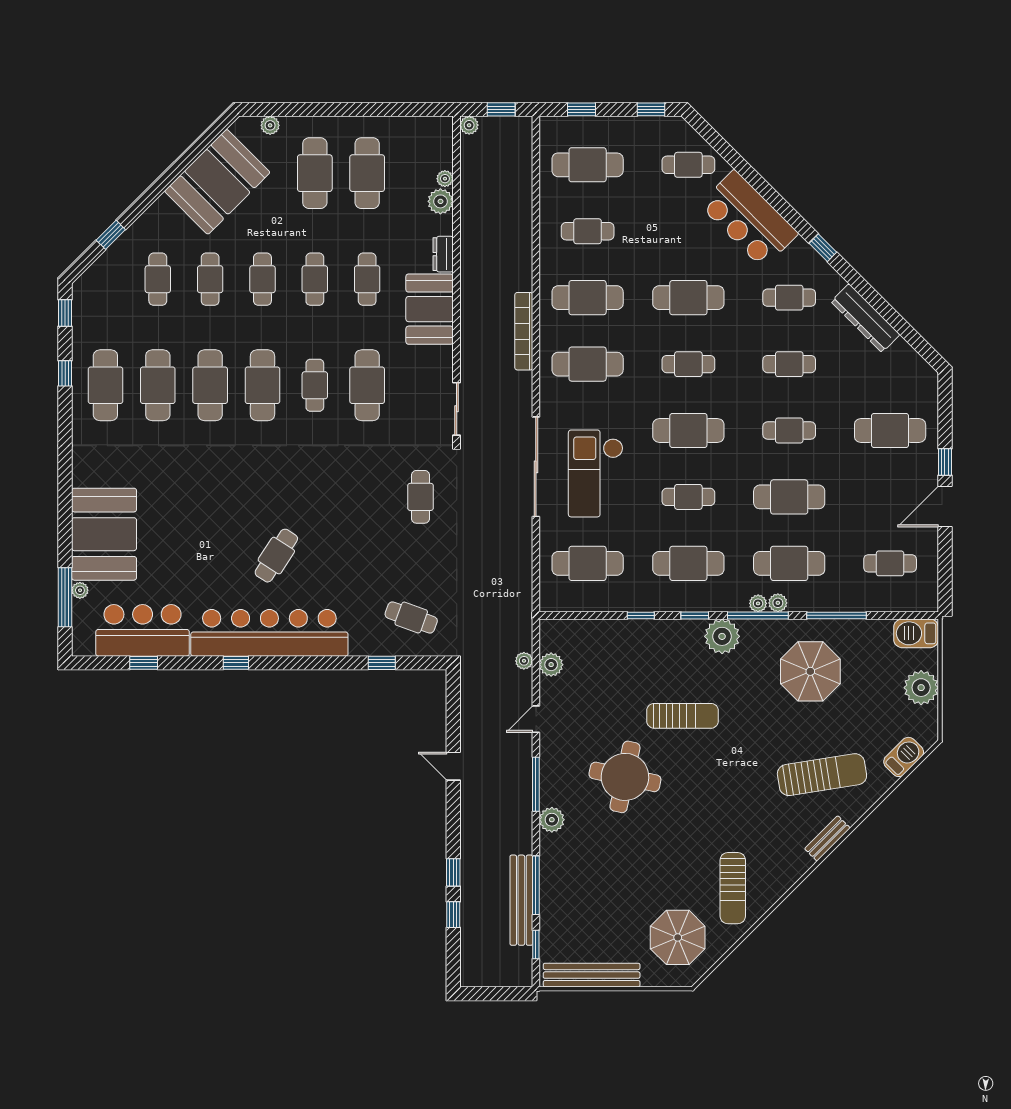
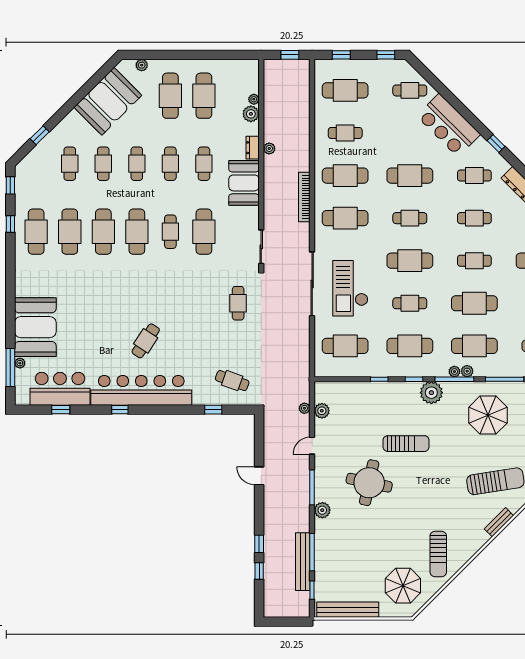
plant: (469, 125) -> (269, 149), moved

